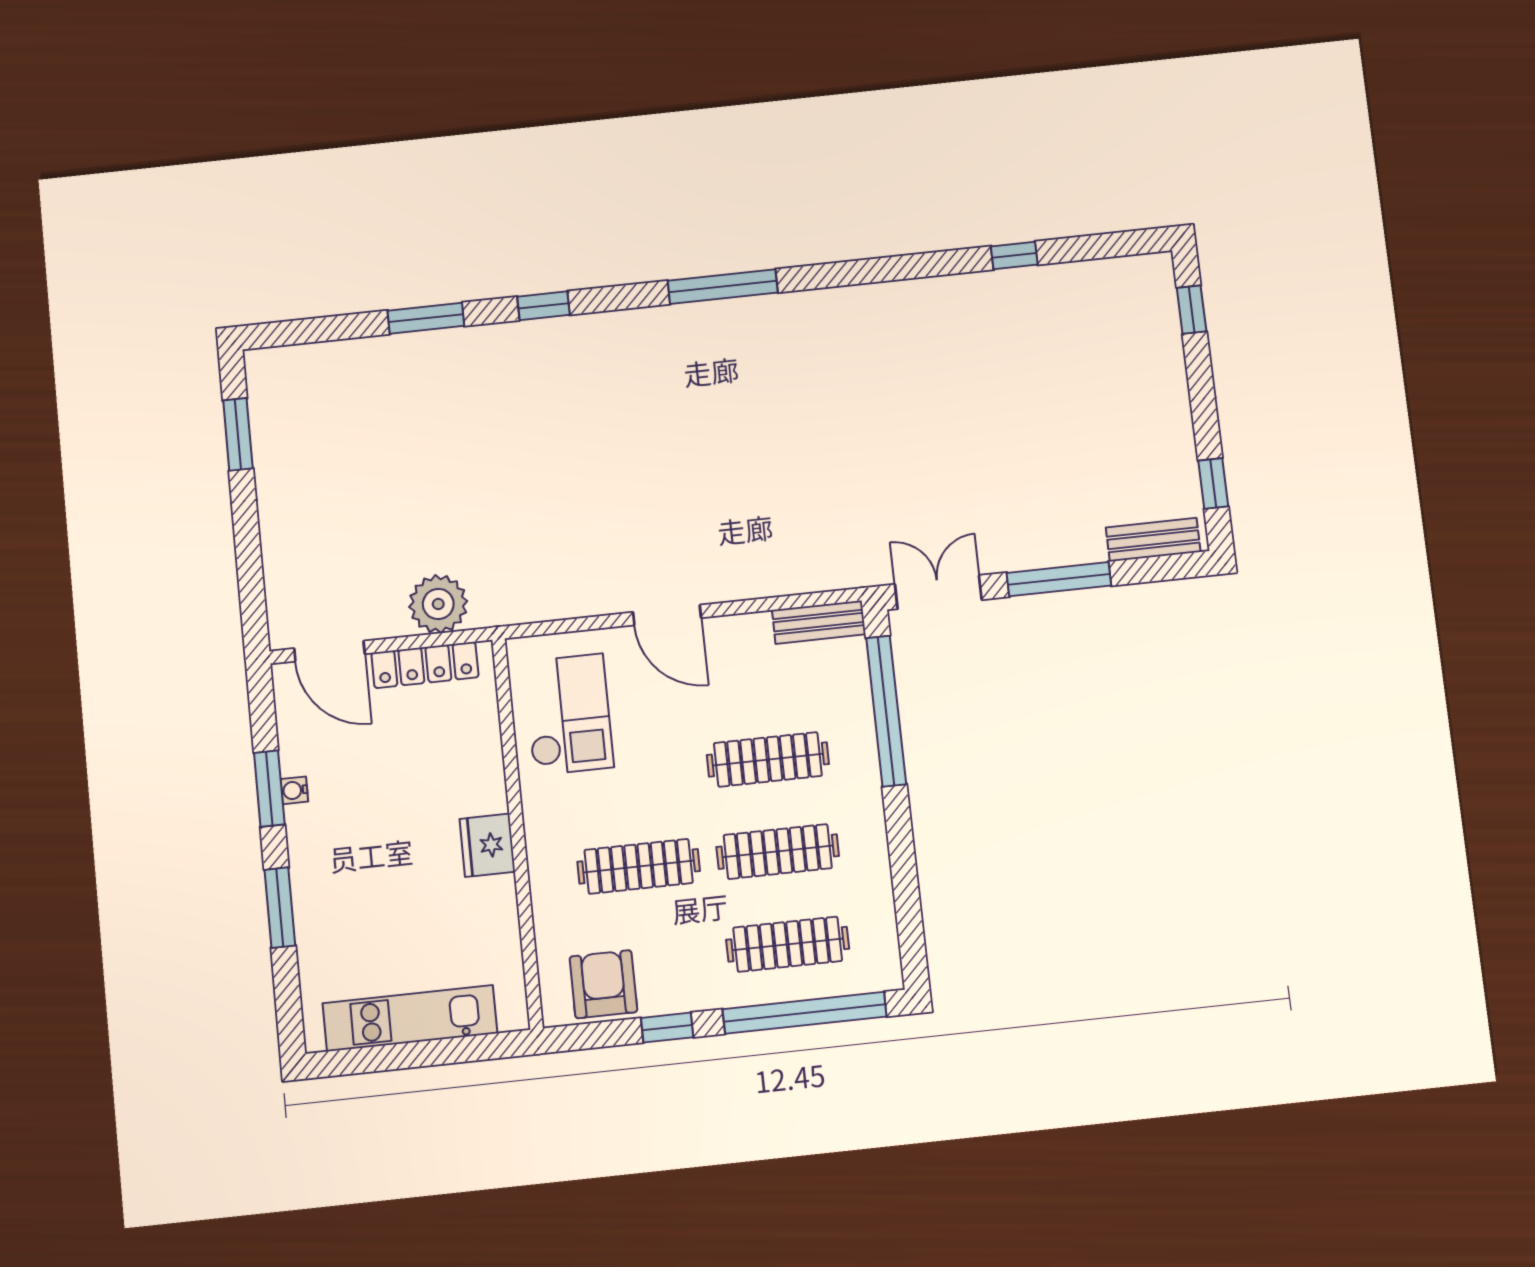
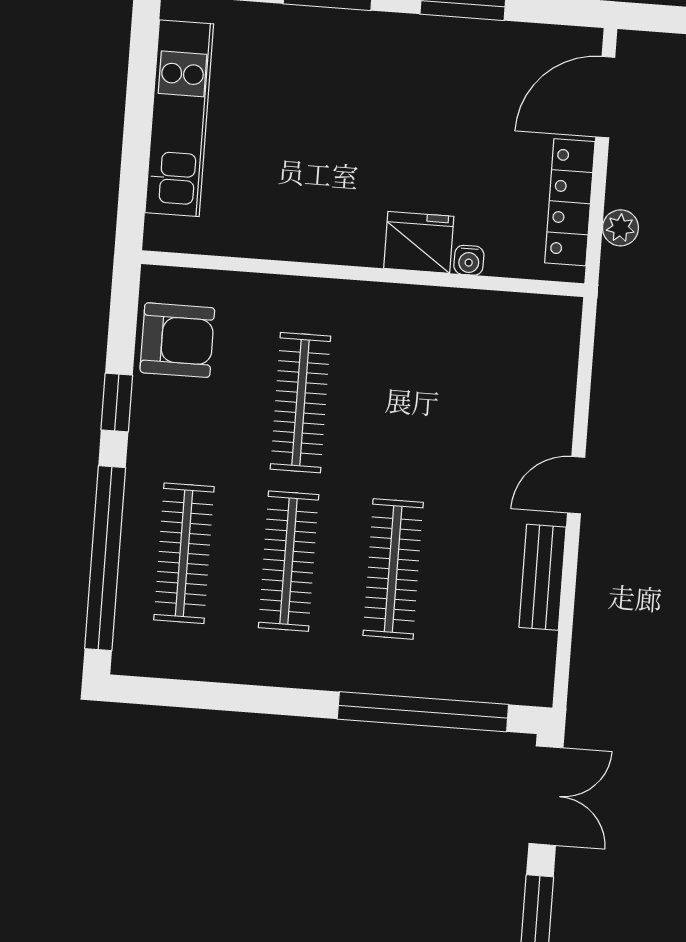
plant: (438, 604) -> (620, 228), width x0.53, depth x0.53
door: (667, 615) -> (576, 485), width x0.73
bench: (819, 622) -> (543, 577), moved
checkout: (568, 714) -> (485, 354), removed
water cooler: (294, 790) -> (469, 260), moved, turned 180
fridge: (487, 845) -> (419, 242), moved

